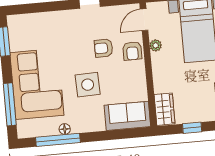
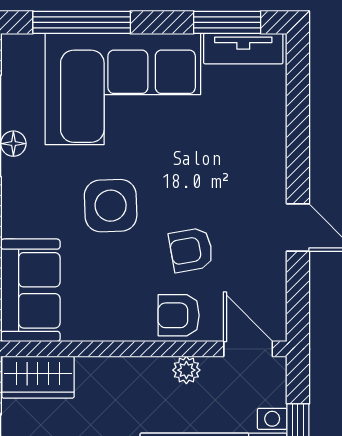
tv unit: (15, 34) -> (243, 49), added
armchair: (104, 48) -> (191, 250), turned -100

